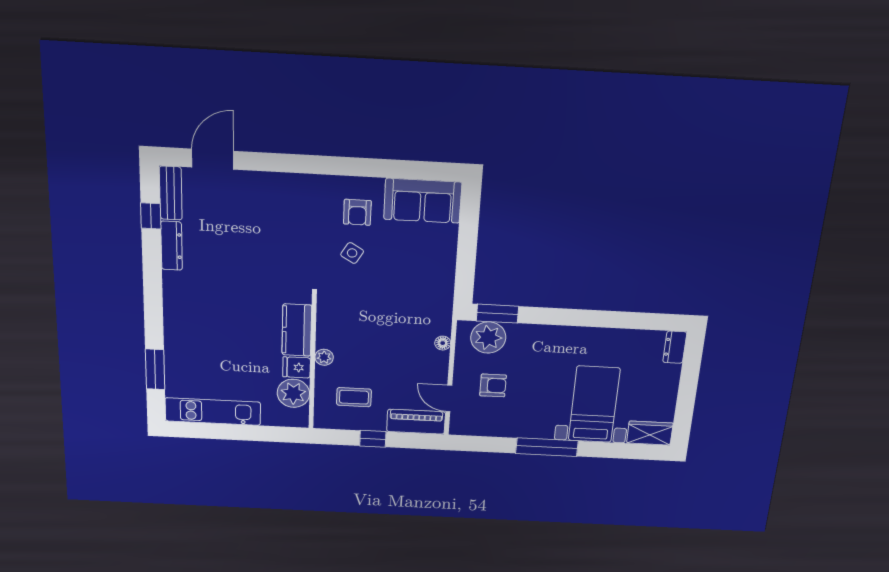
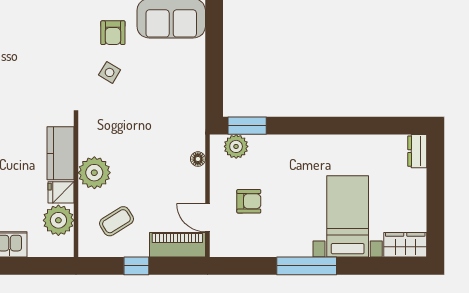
plant: (488, 337) -> (236, 146), width x0.73, depth x0.73
plant: (324, 357) -> (94, 173), width x1.88, depth x1.88
coffee table: (354, 397) -> (116, 221), turned -32

